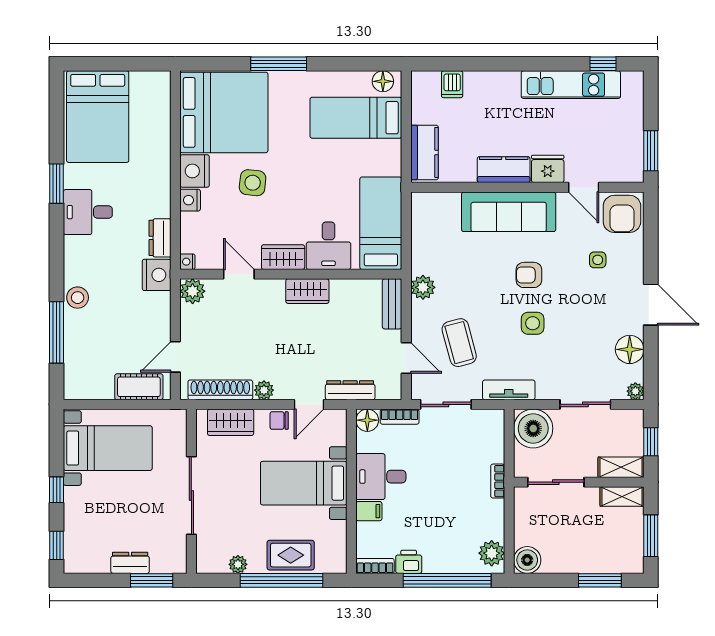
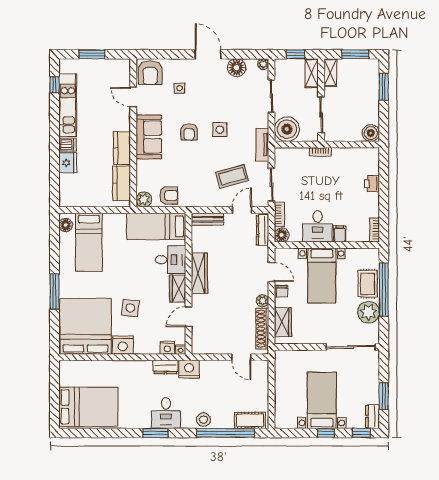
dishwasher: (452, 84) -> (68, 145), moved
window: (651, 151) -> (92, 54), moved
kitchen counter: (425, 152) -> (122, 183), moved, turned -90
fridge: (548, 169) -> (68, 163), moved, turned 180
window: (57, 184) -> (156, 433), moved
door: (584, 187) -> (133, 97), swing flipped
nightstand: (190, 200) -> (167, 348), moved
desk: (88, 212) -> (166, 413), moved
sofa: (509, 212) -> (149, 137), width x0.73
armchair: (622, 214) -> (150, 73), turned 90
armchair: (429, 243) -> (169, 196), added
plant: (423, 287) -> (144, 199), moved
plant: (193, 291) -> (199, 346), removed
wardrobe: (307, 291) -> (199, 273), width x1.50
door: (651, 305) -> (208, 54), hinge flipped
window: (57, 332) -> (226, 433), width x1.46
cot: (139, 387) -> (250, 420), moved, turned 90
dresser: (350, 390) -> (263, 230), moved
bed with nightstands: (108, 448) -> (322, 400), moved
sliding door: (191, 496) -> (351, 347), moved
plant: (492, 553) -> (366, 156), removed
printer: (409, 562) -> (372, 184), moved
dresser: (130, 563) -> (373, 416), moved
plant: (238, 564) -> (368, 312), width x1.88, depth x1.88
window: (152, 580) -> (384, 396), moved
window: (447, 580) -> (384, 184), removed

